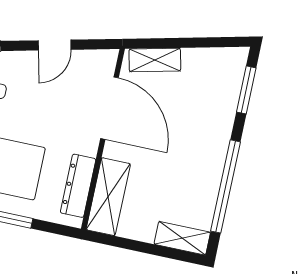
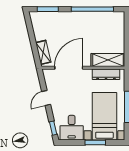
door: (55, 45) -> (46, 98), swing flipped
shelving: (182, 238) -> (119, 23), removed

